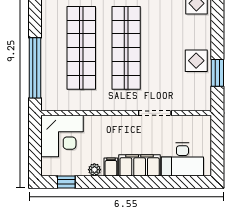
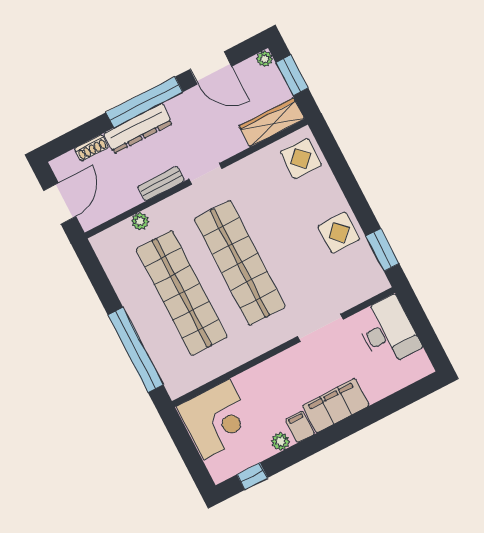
window: (217, 73) -> (382, 250), moved
desk: (182, 160) -> (388, 331), moved, turned -90

